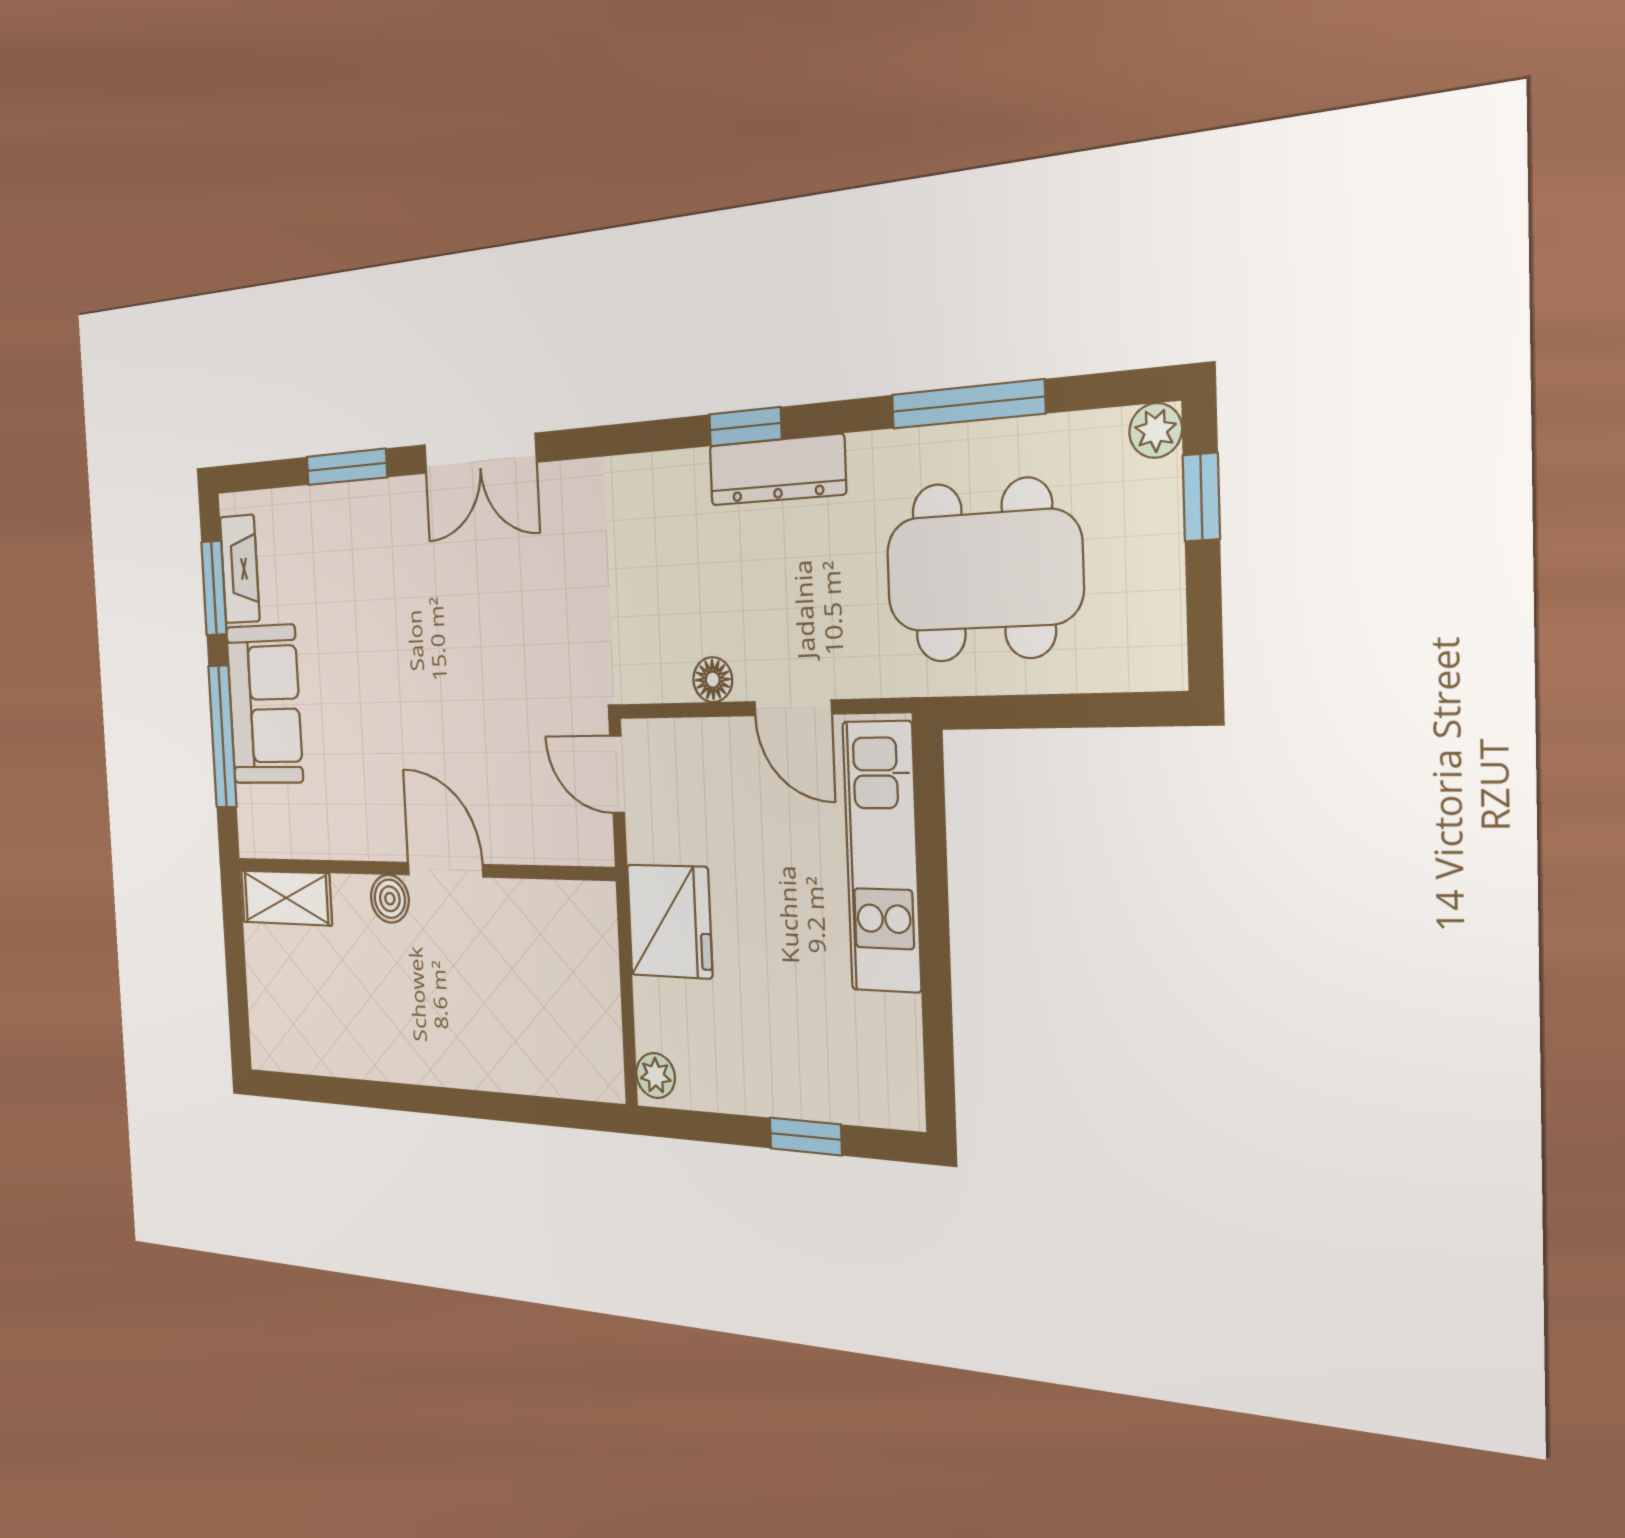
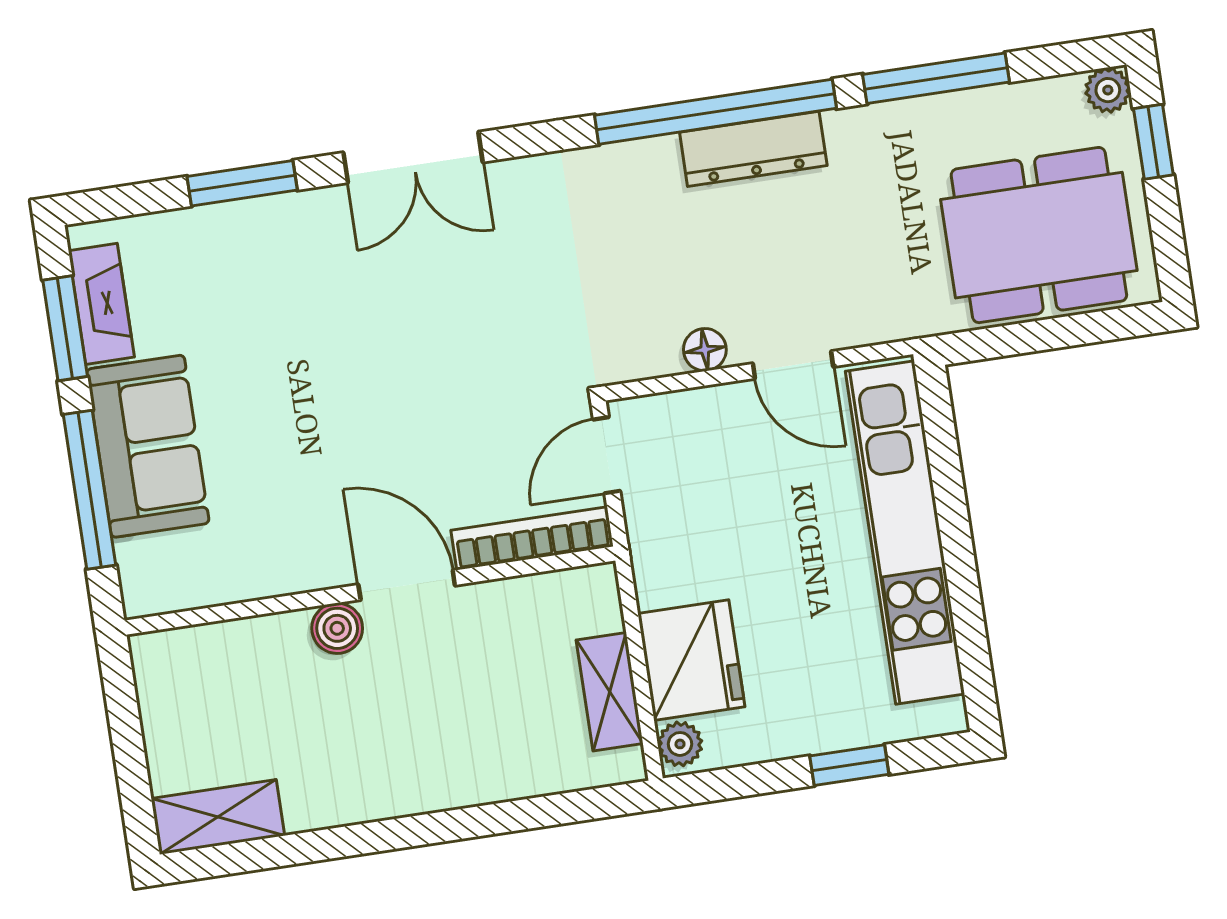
window: (745, 427) -> (715, 112), width x3.17
dining table: (983, 571) -> (1039, 235), moved
door: (617, 774) -> (607, 455), hinge flipped
bookcase: (548, 845) -> (532, 538), added
kitchen unit: (882, 857) -> (905, 533), width x1.36
shelving: (286, 898) -> (218, 817), moved
fridge: (669, 921) -> (691, 660), moved
shelving: (600, 1009) -> (610, 692), added

